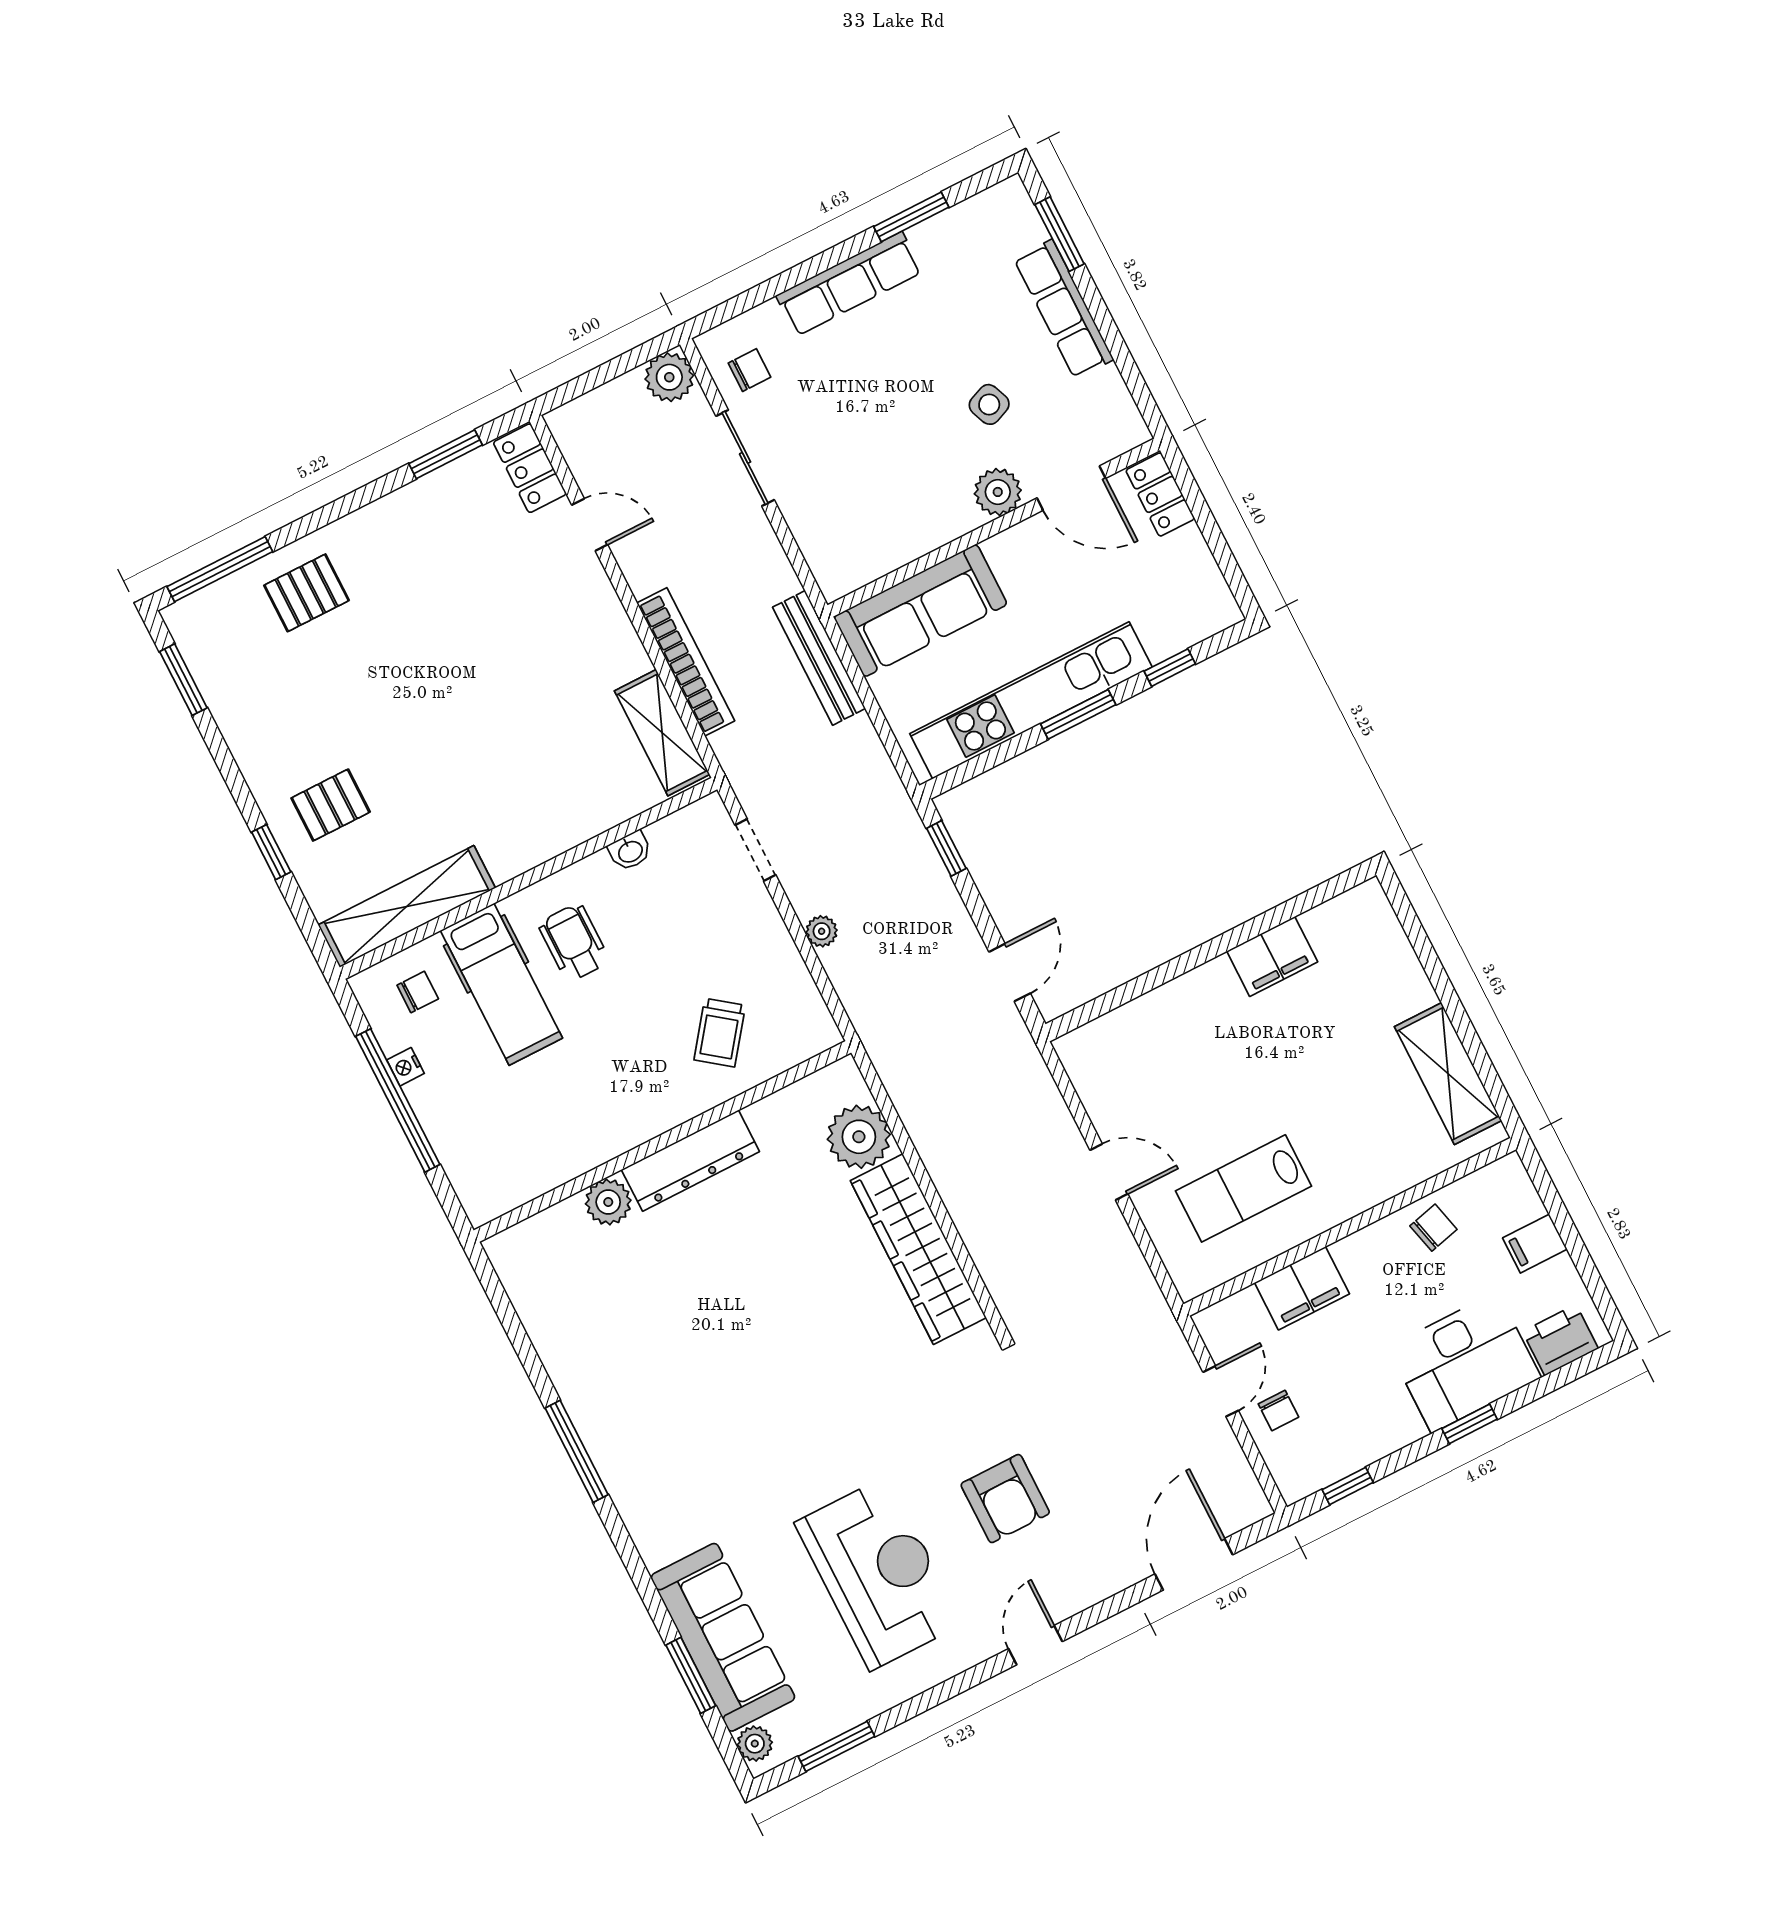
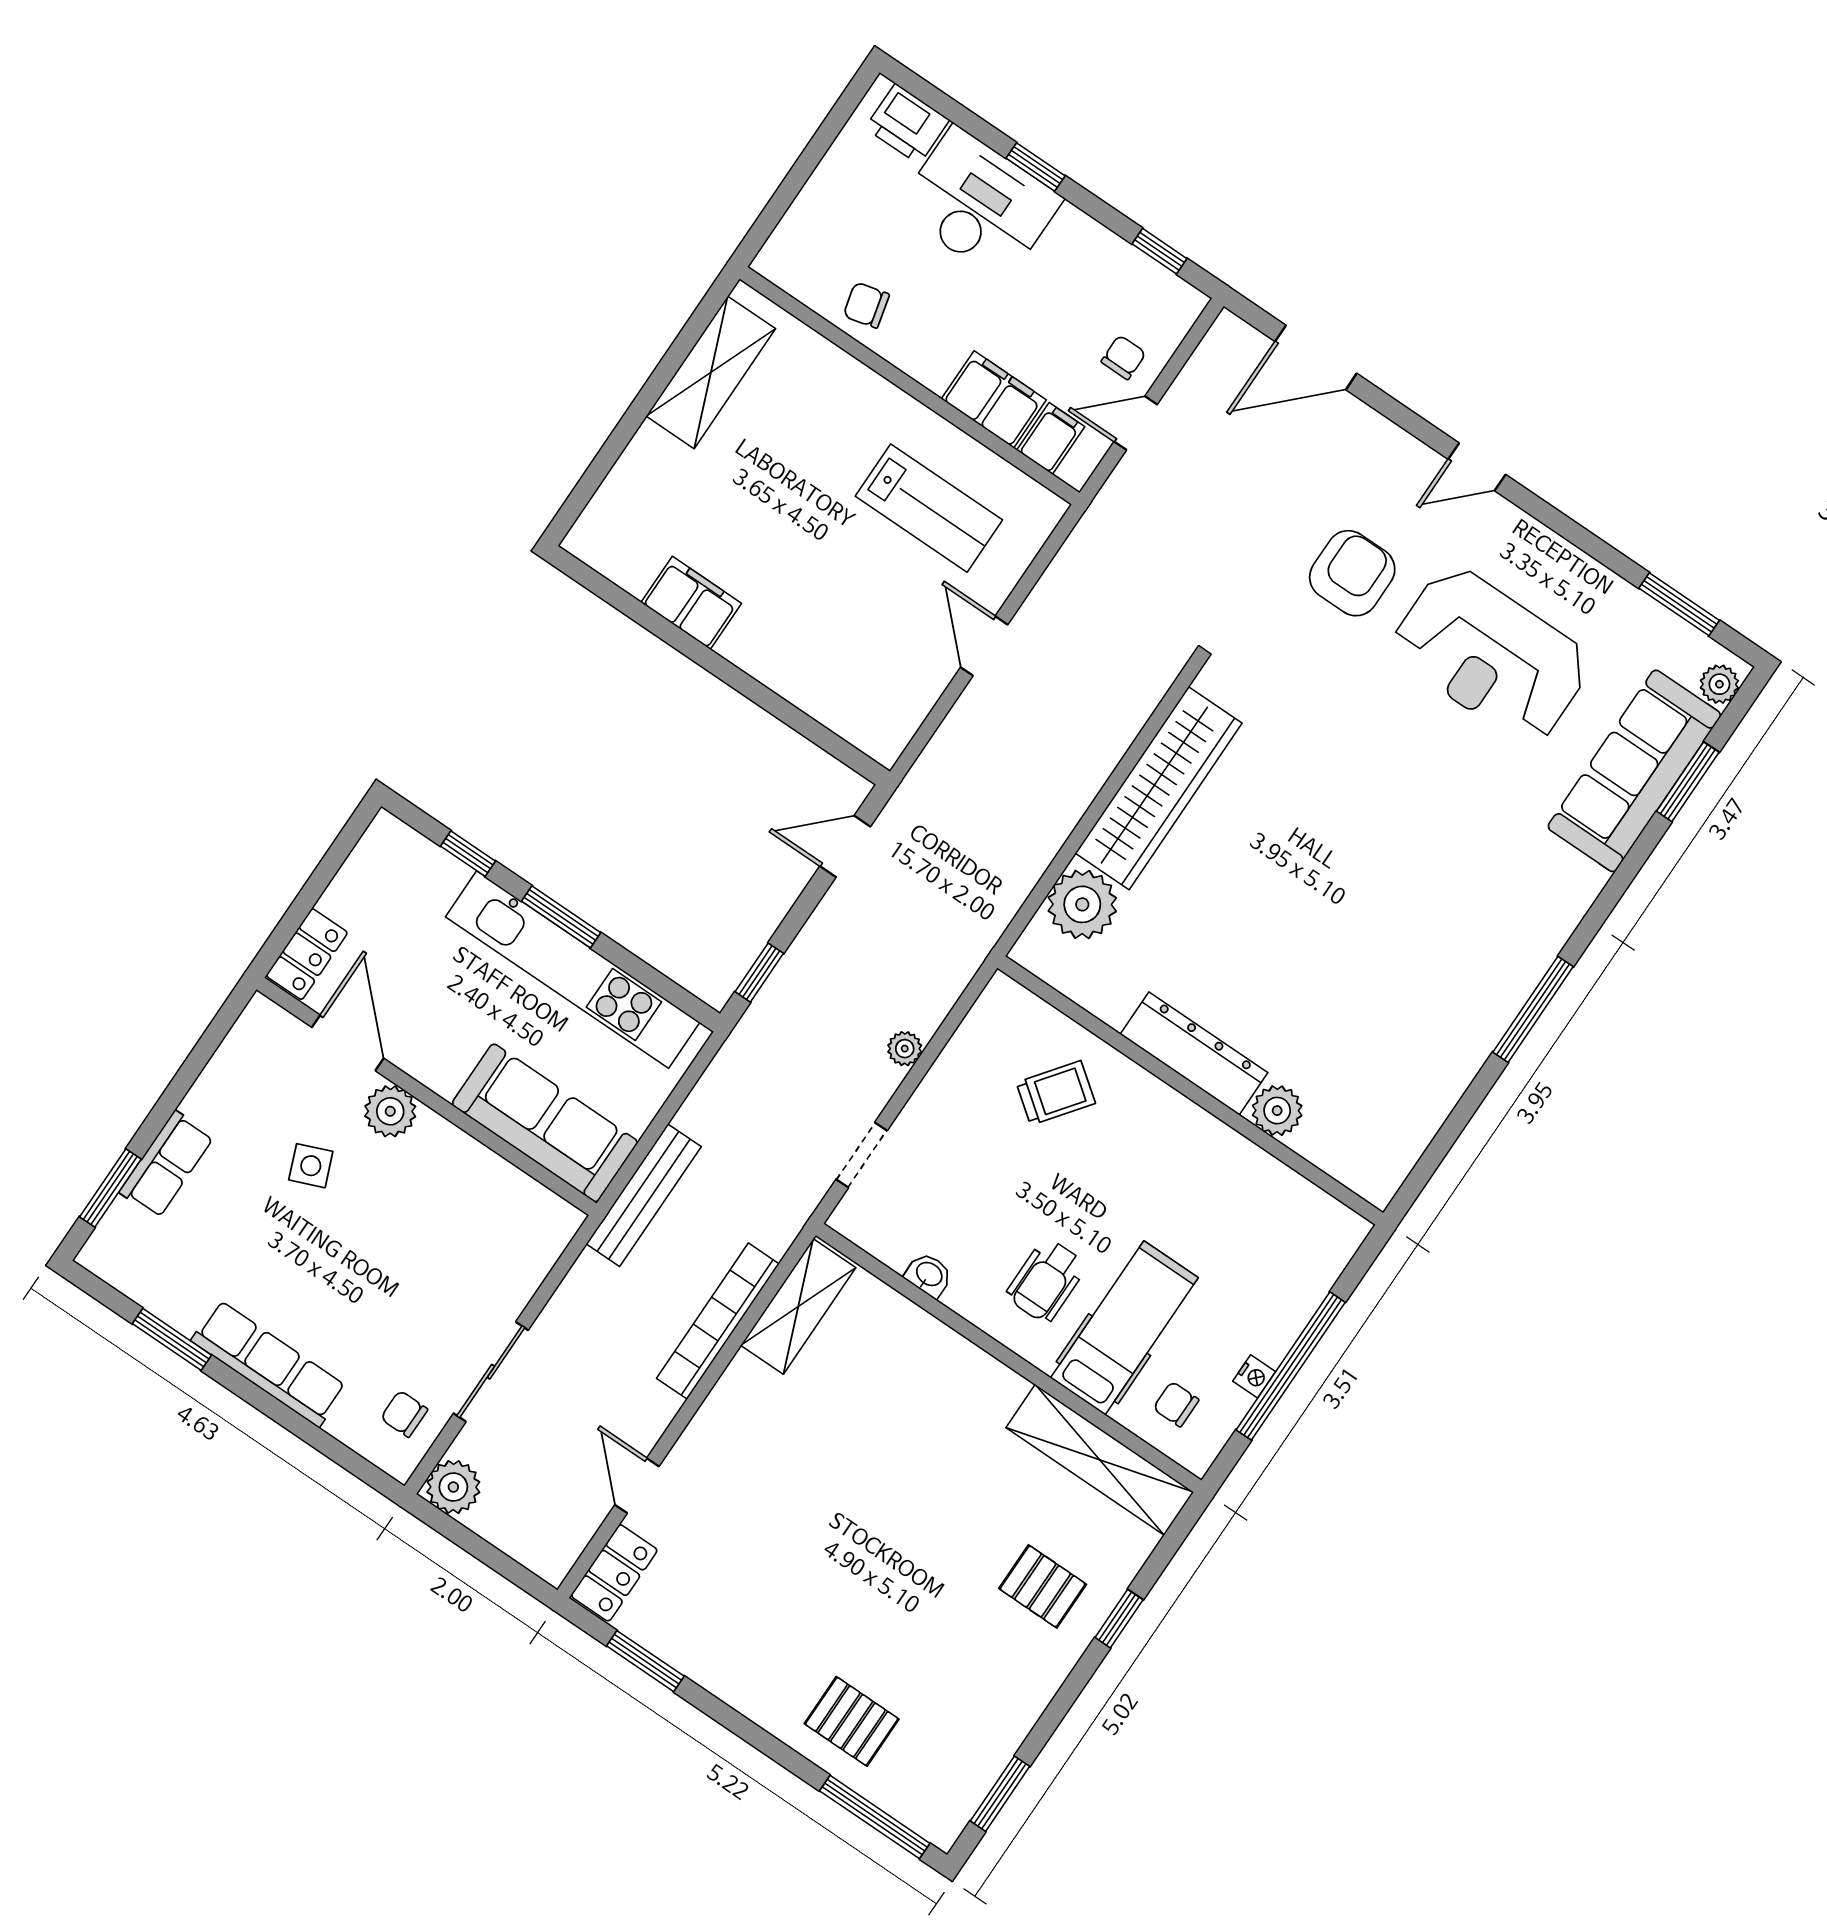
row of seats: (1064, 309) -> (167, 1164), width x0.68
filing cabinet: (1535, 1244) -> (1051, 438), moved, turned -90
reception desk: (879, 1573) -> (1491, 655), turned -90

